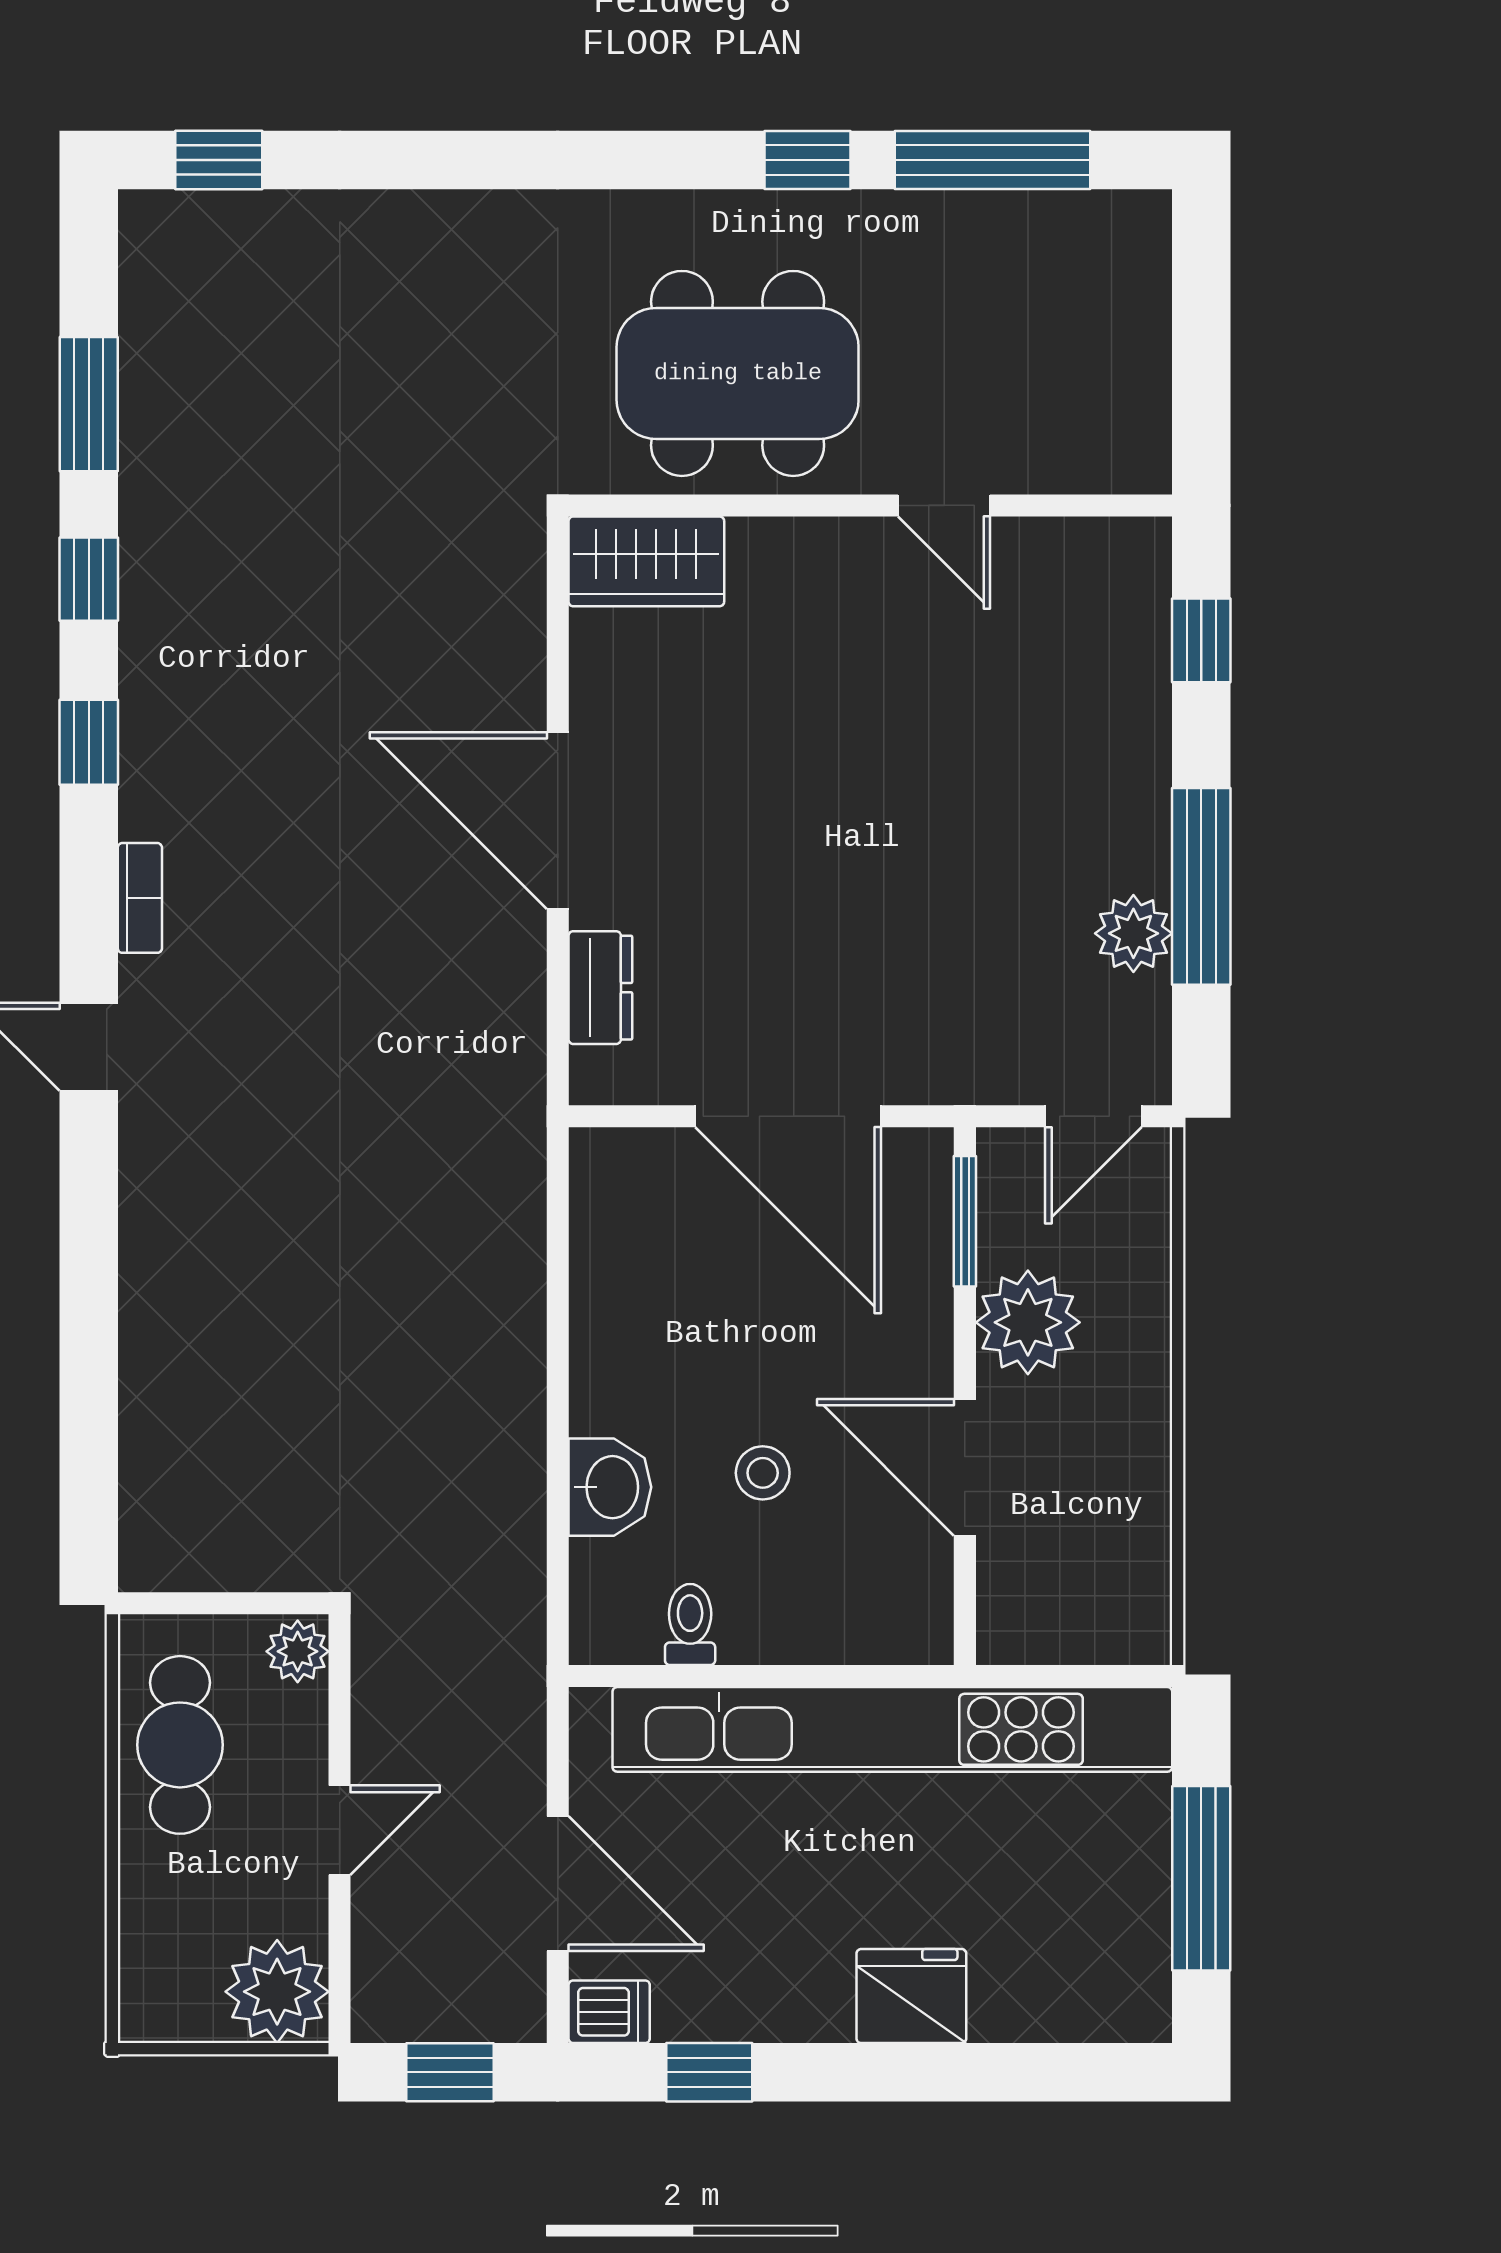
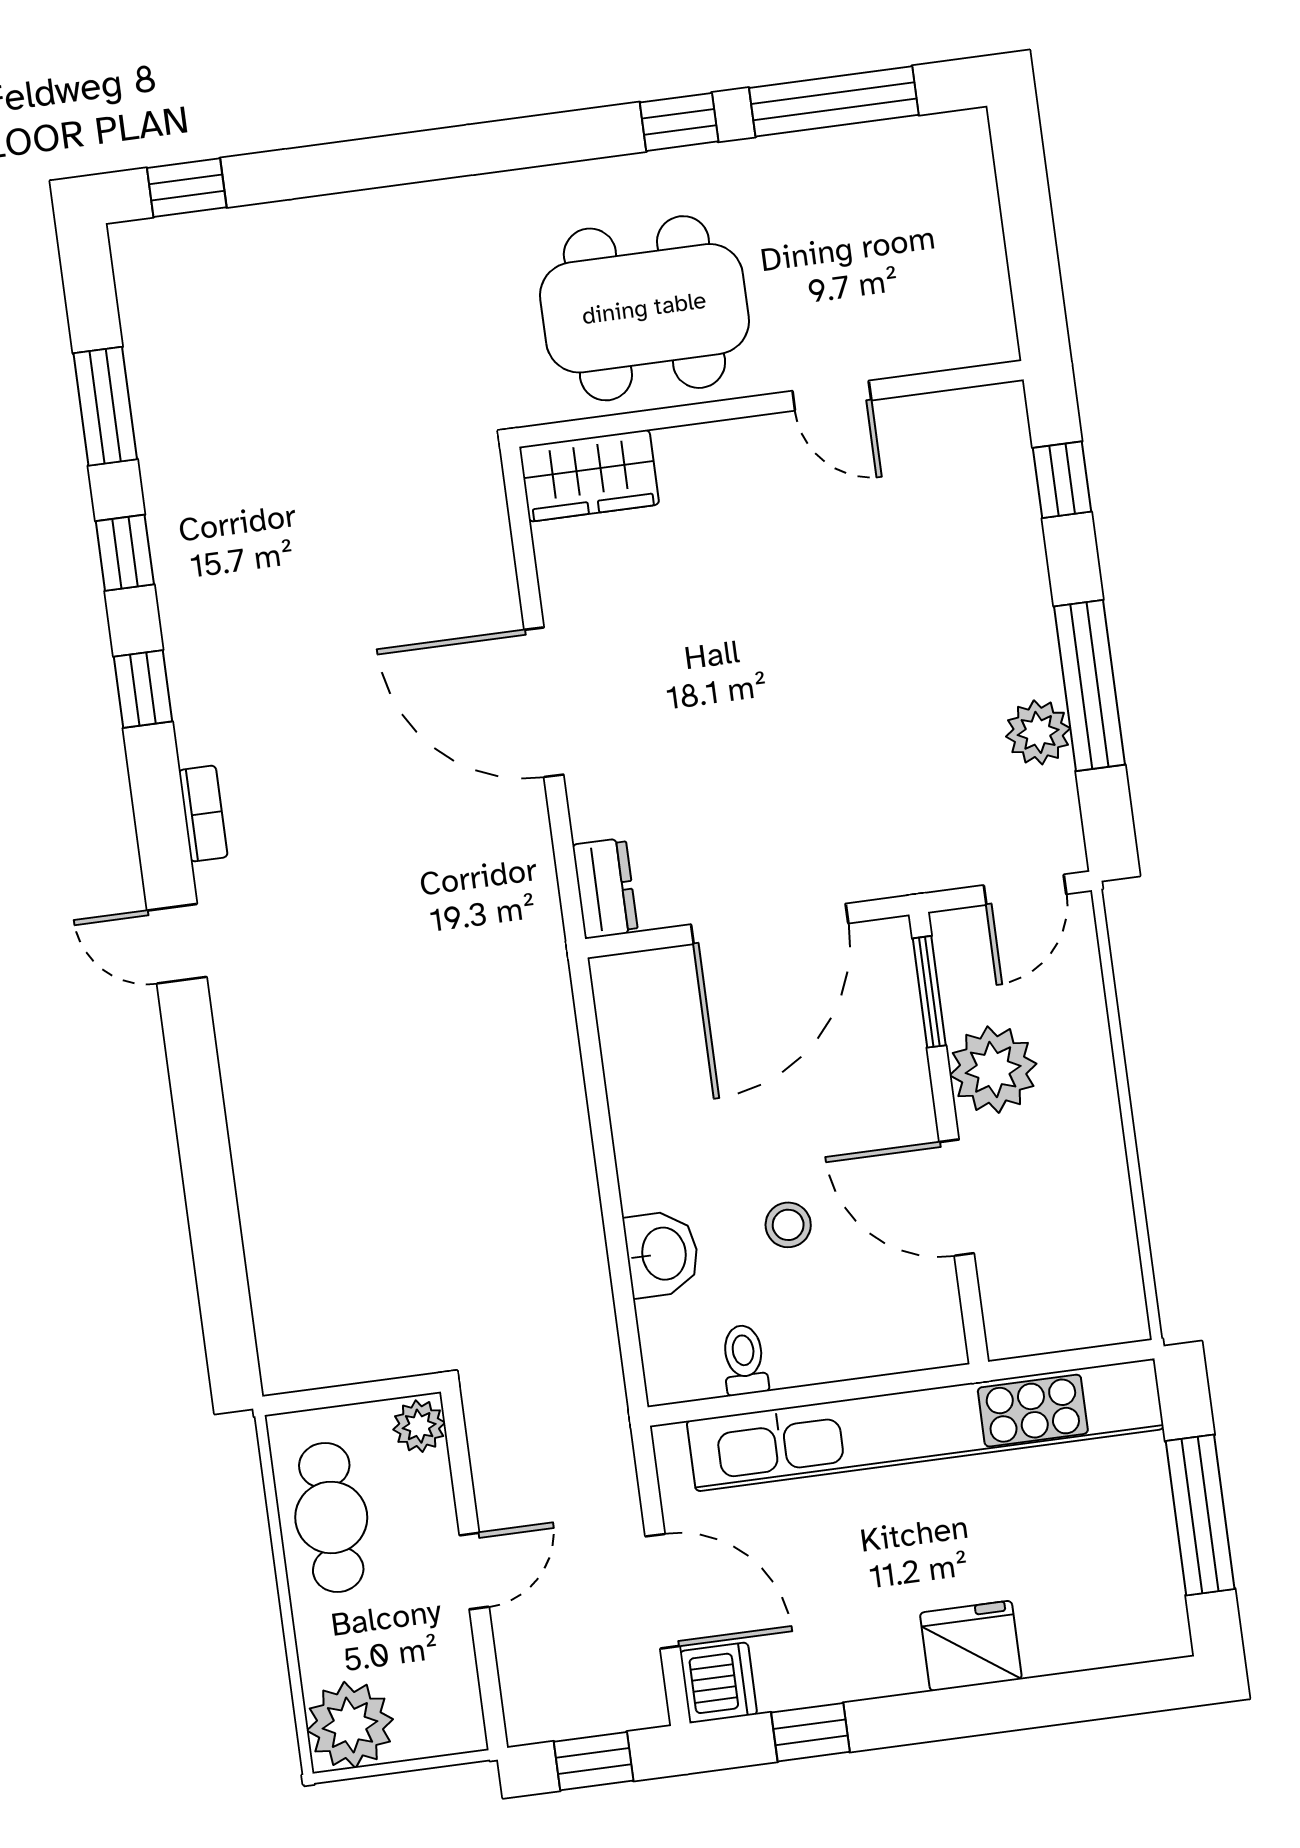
dresser: (600, 988) -> (605, 888), moved
door: (788, 1116) -> (770, 924), hinge flipped
plant: (277, 1992) -> (350, 1725), moved
dishwasher: (609, 2012) -> (719, 1683), width x1.38

